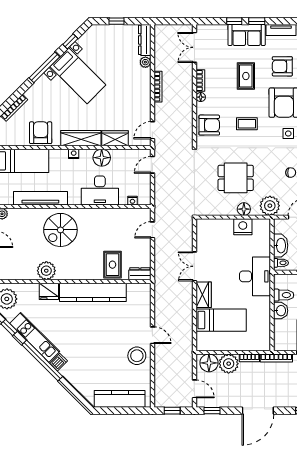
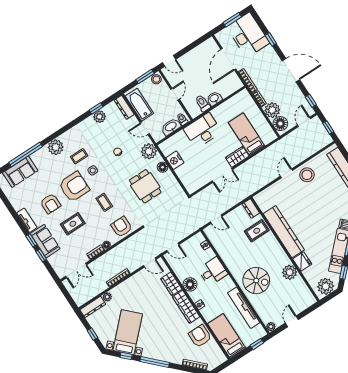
bed with nightstands: (78, 76) -> (128, 332), moved
armchair: (41, 133) -> (200, 336), turned 90
desk: (100, 190) -> (213, 271), width x0.73

